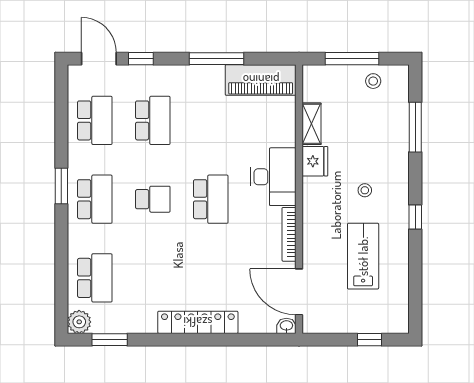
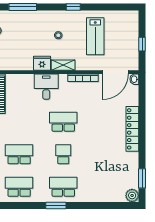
shelving: (311, 124) -> (63, 65), moved
desk: (273, 177) -> (46, 87), width x0.73
lab bench: (363, 256) -> (95, 36), turned -90
school desk: (95, 278) -> (107, 187), removed
window: (370, 340) -> (142, 44), moved

